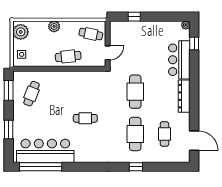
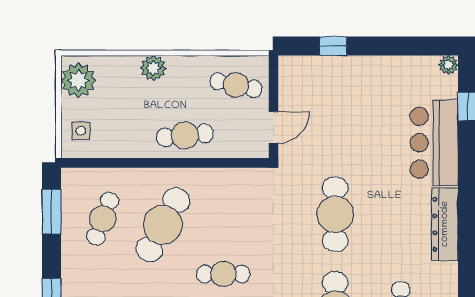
cafe table: (58, 96) -> (163, 225), added

